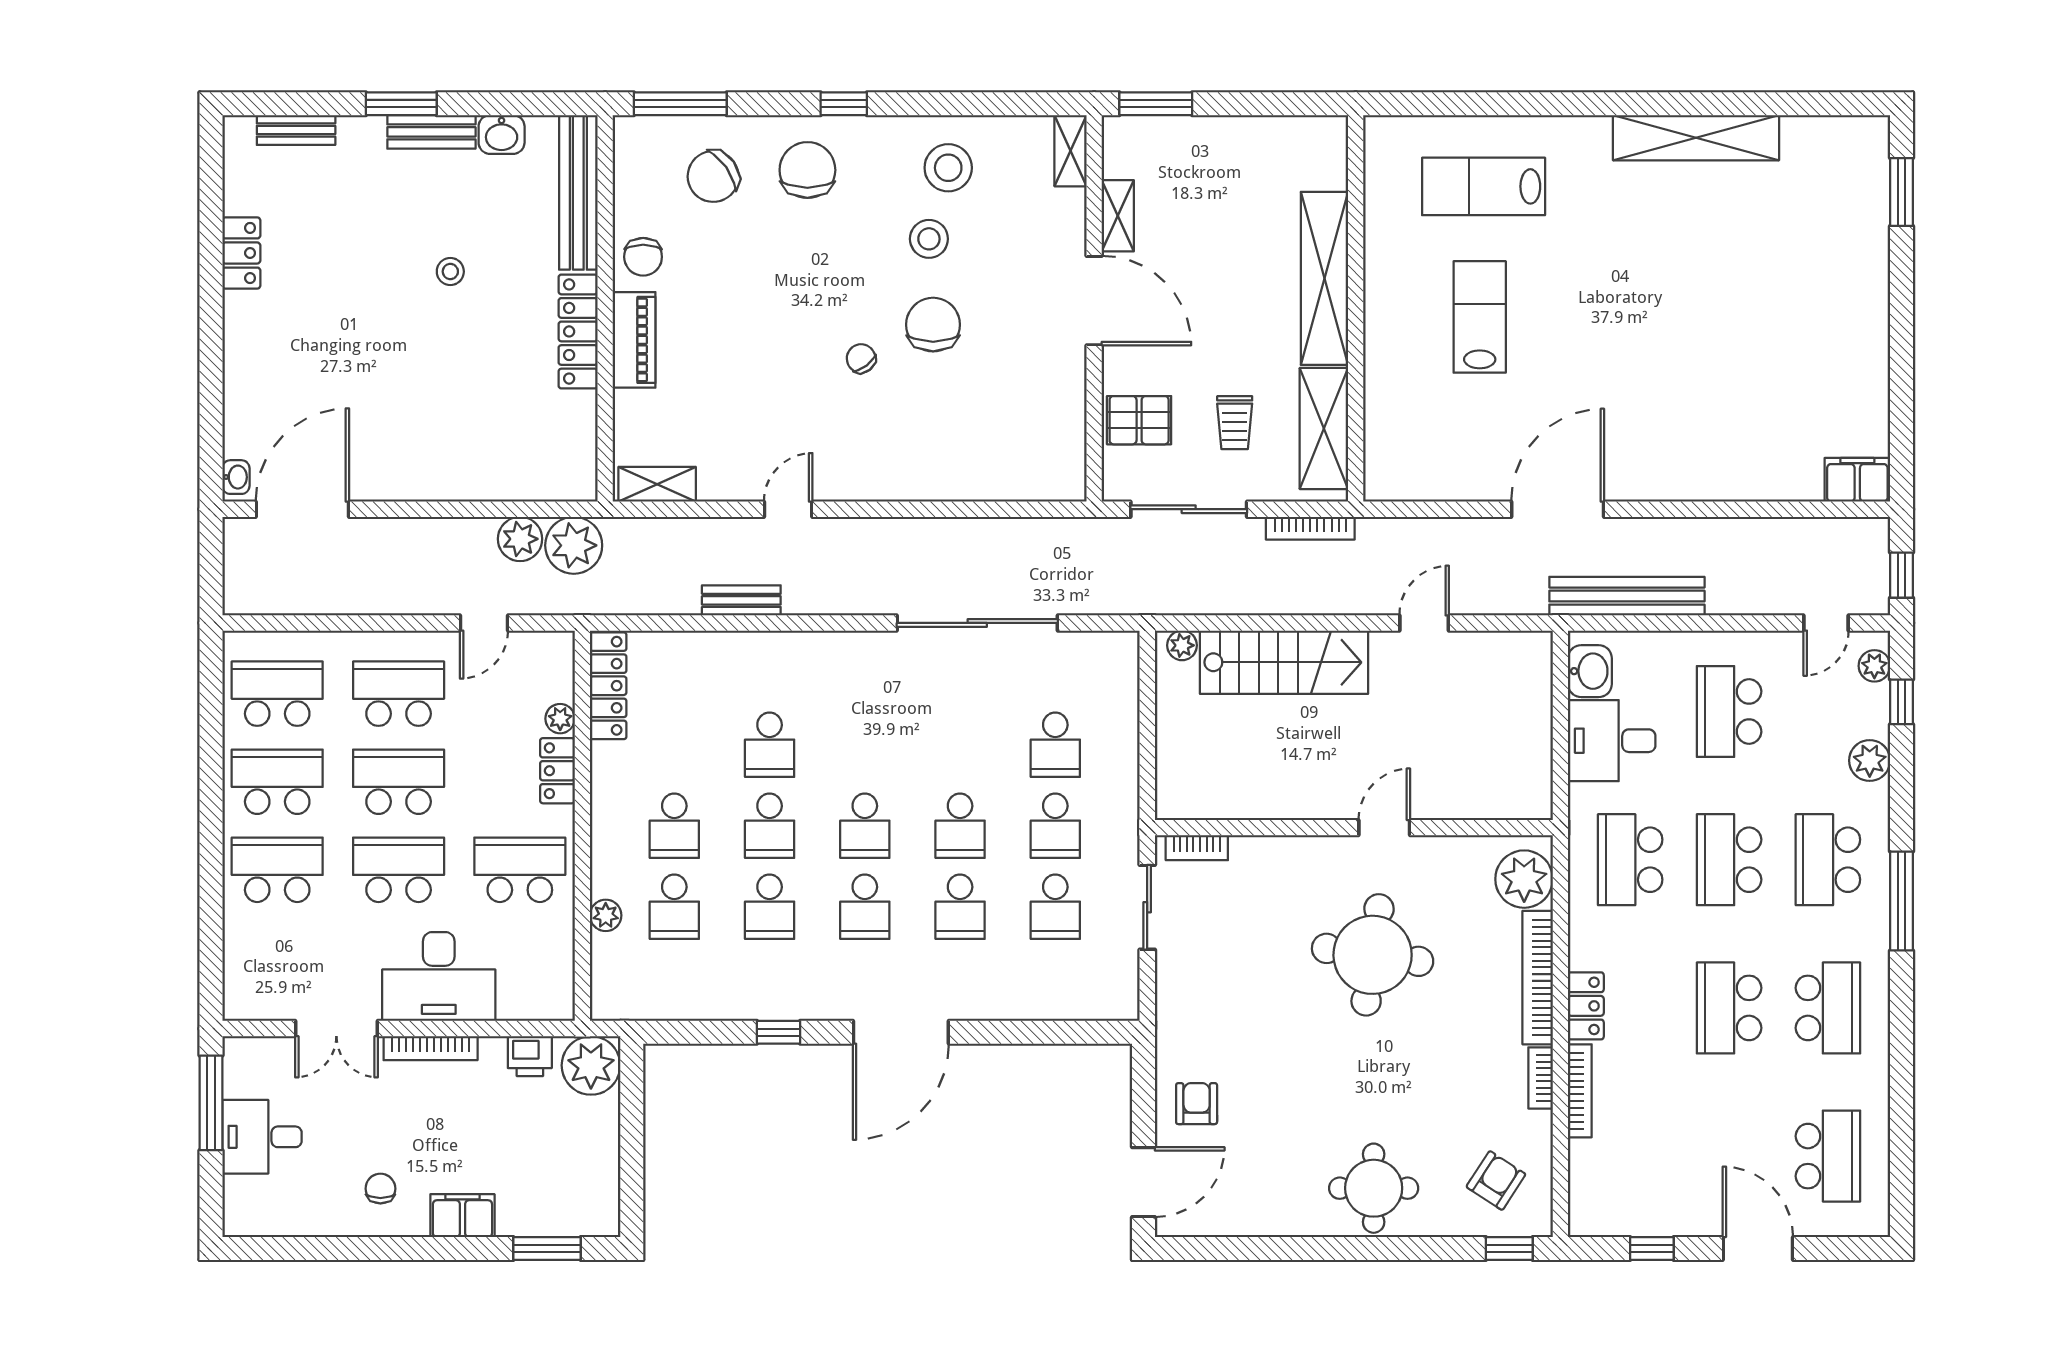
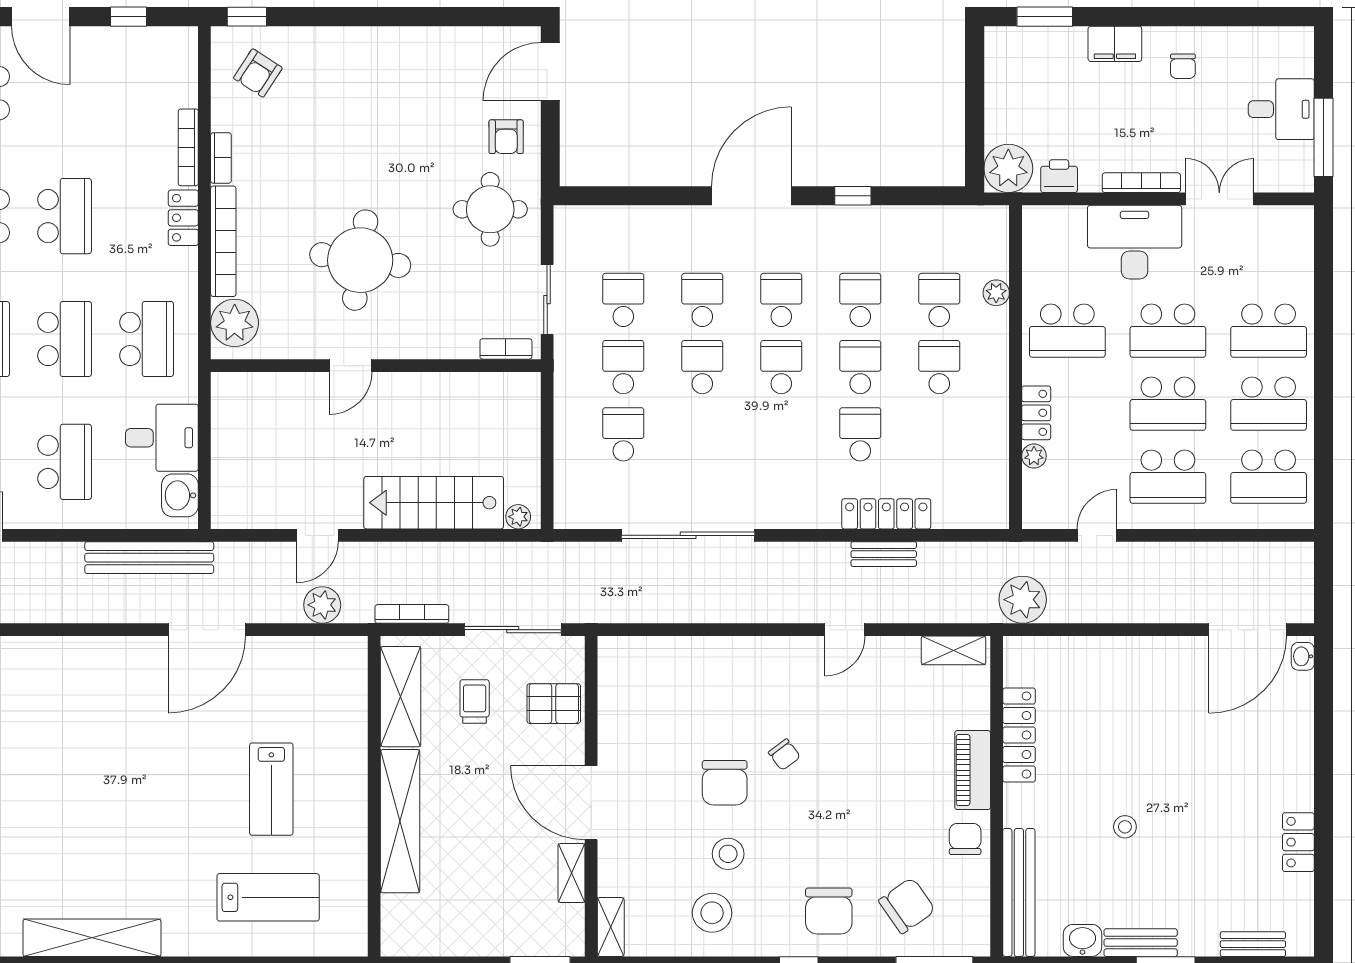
locker: (578, 331) -> (1019, 735), moved
plant: (520, 539) -> (322, 605), moved
locker: (608, 686) -> (886, 514), moved, turned 90
round table: (1374, 1188) -> (490, 209), moved

